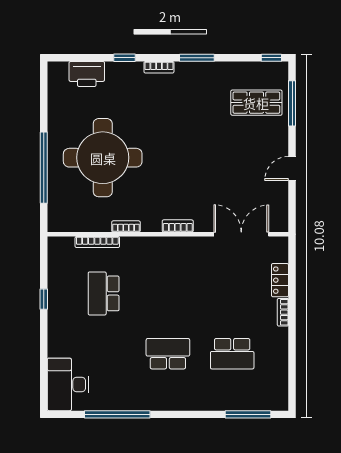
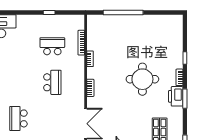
printer: (87, 74) -> (176, 96), moved
round table: (103, 158) -> (142, 79), moved, width x0.73, depth x0.73
school desk: (168, 354) -> (52, 82), moved

